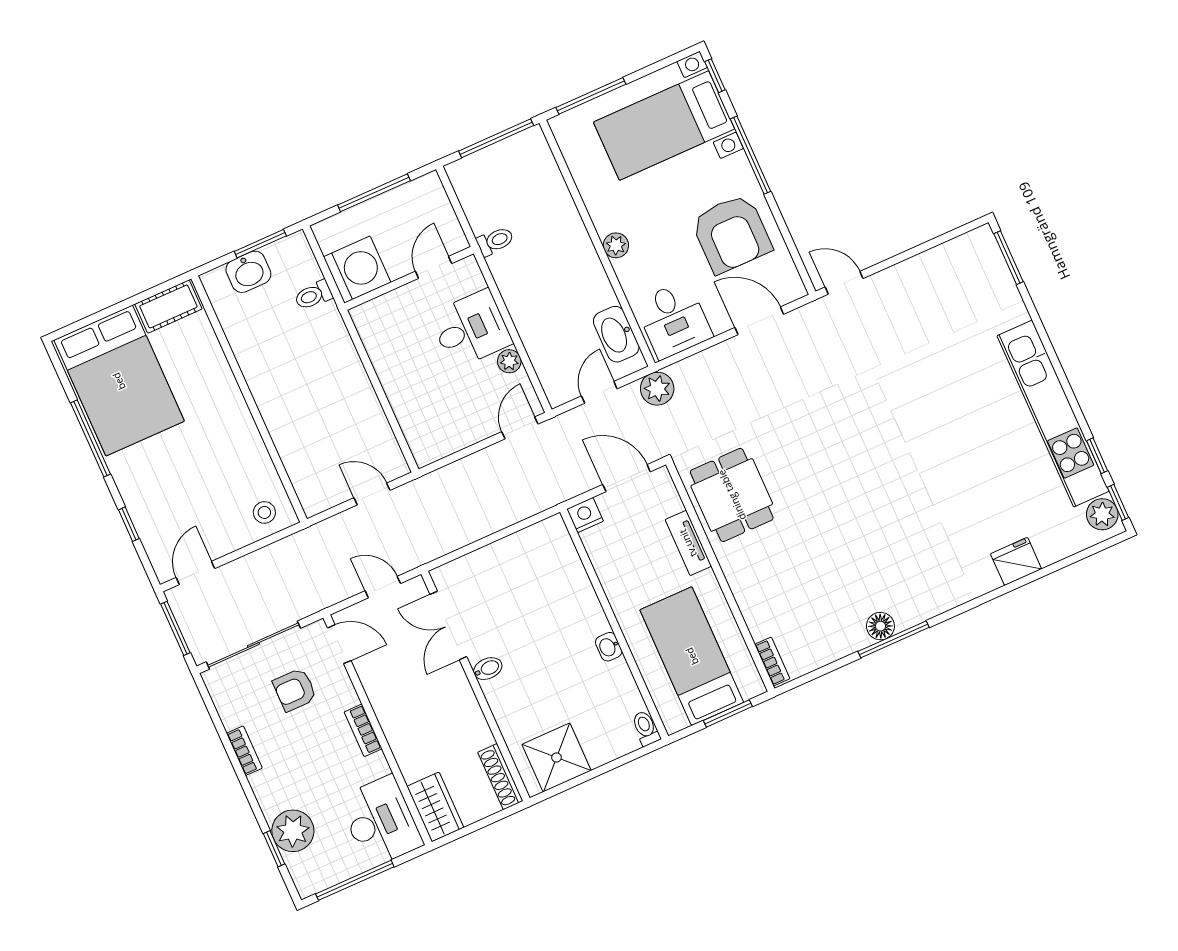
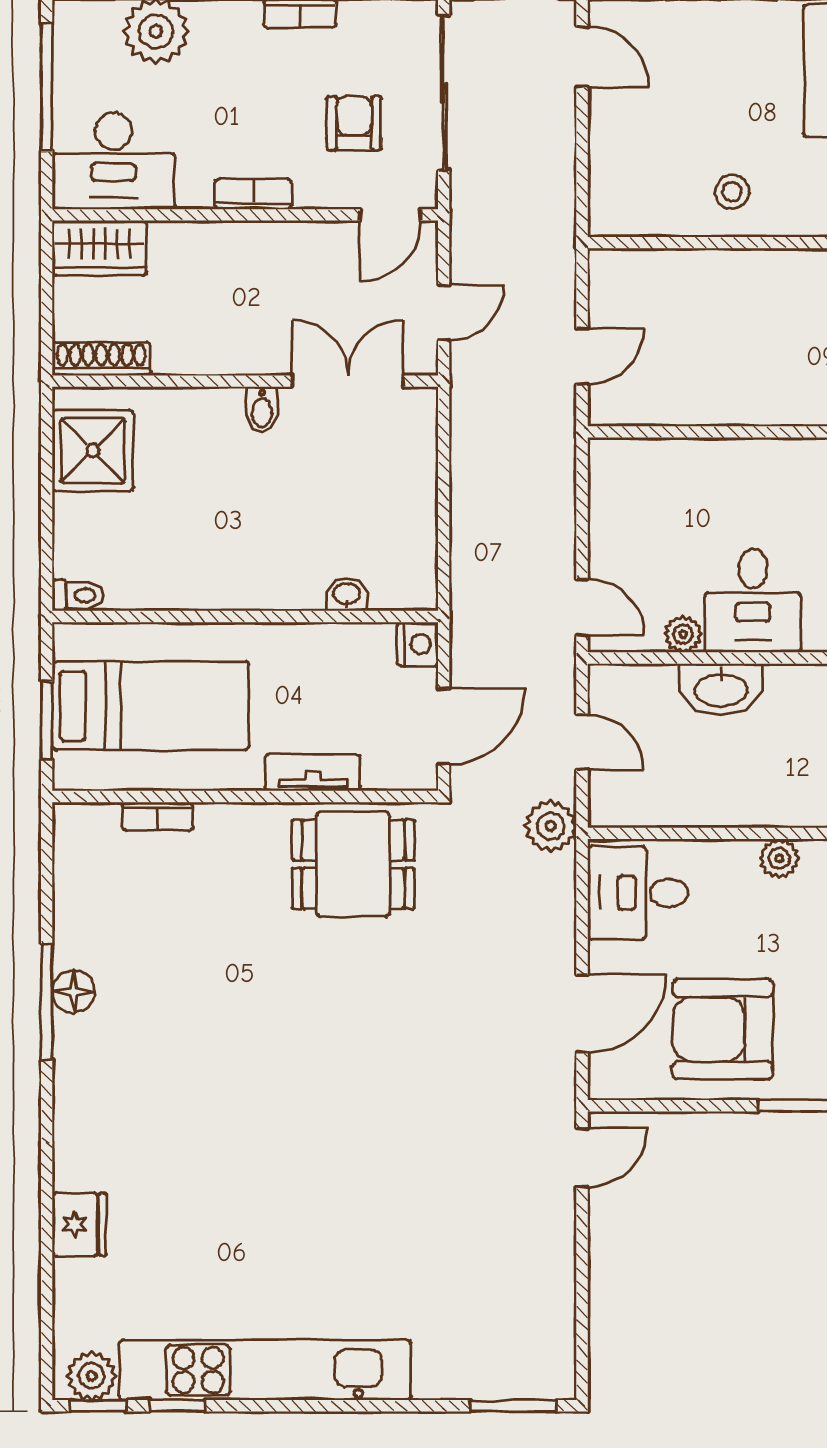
washbasin: (616, 334) -> (721, 689), moved, turned 180
stool: (264, 512) -> (732, 192), moved
washbasin: (609, 647) -> (347, 594), moved
bookcase: (772, 662) -> (158, 816), moved

